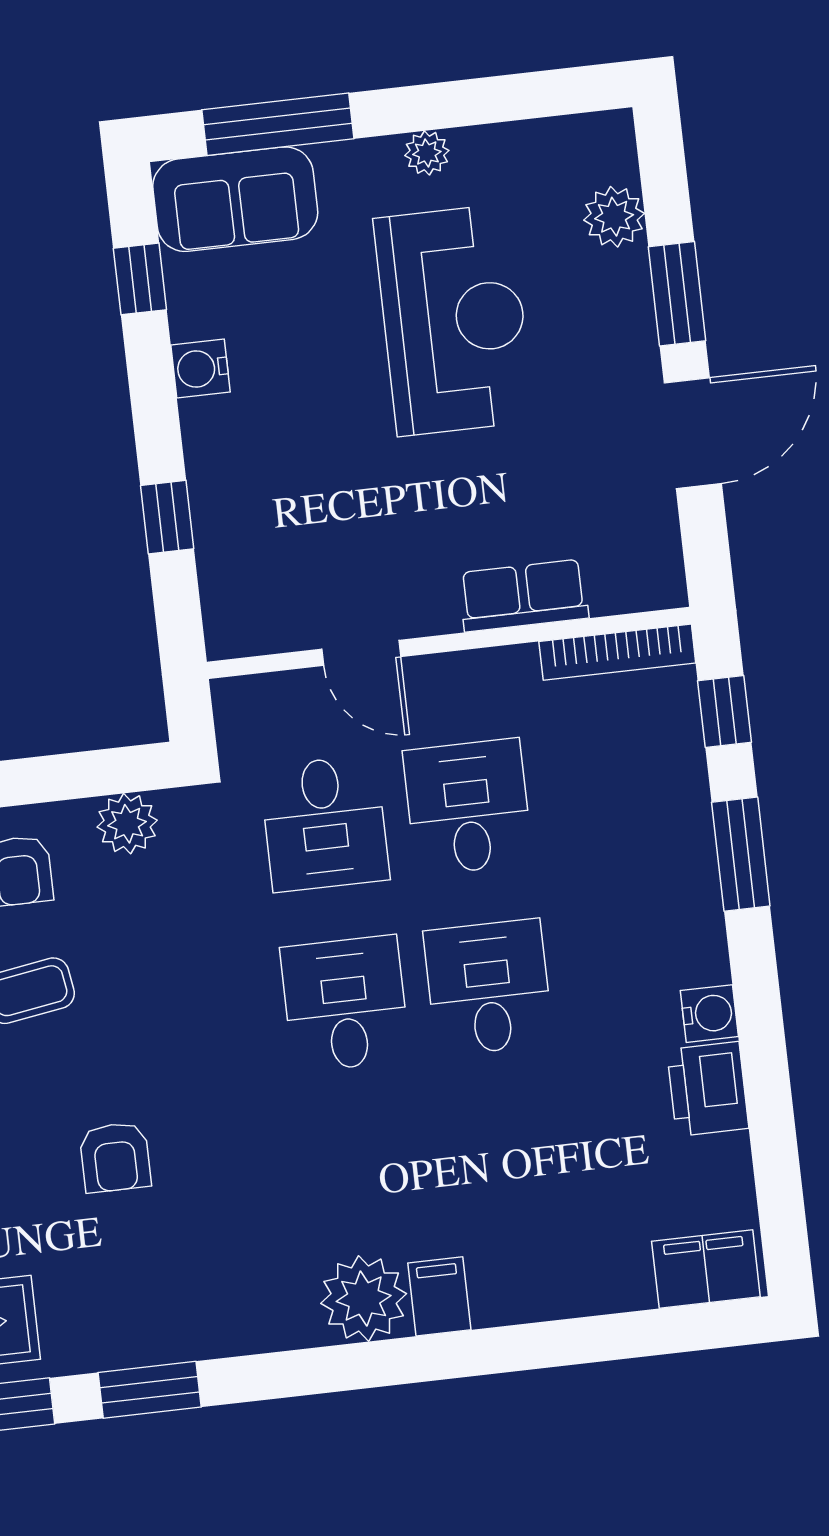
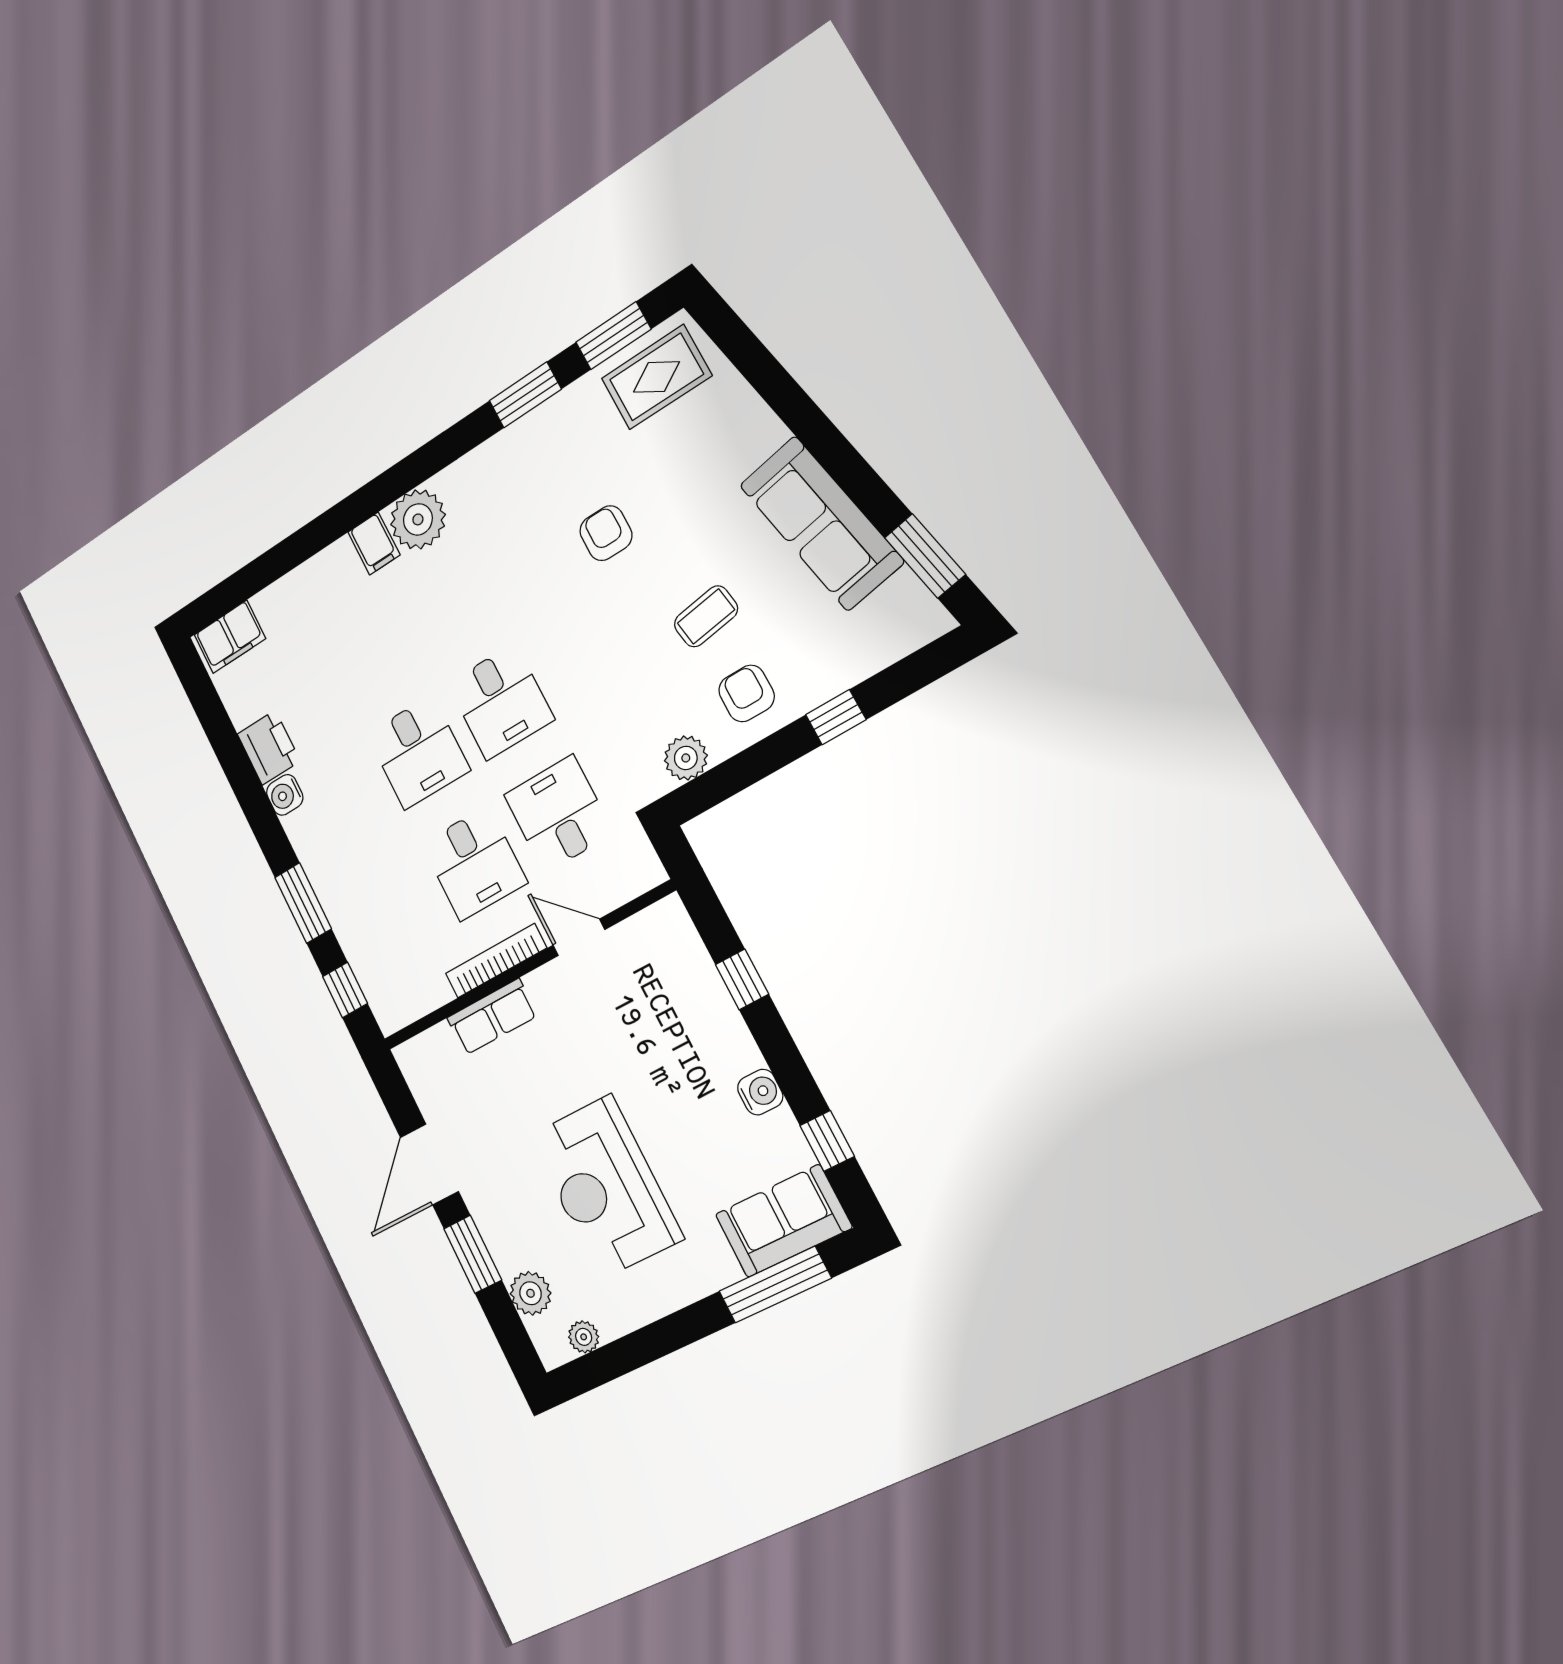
plant: (427, 153) -> (584, 1337), moved
bookcase: (617, 652) -> (496, 961), moved

